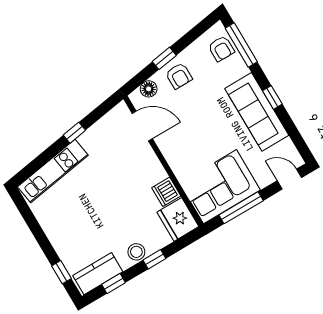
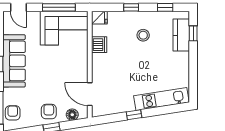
fridge: (178, 219) -> (99, 18), width x0.53, depth x0.75
stool: (136, 252) -> (143, 35), moved
kitchen counter: (98, 274) -> (181, 35), moved, turned 90

